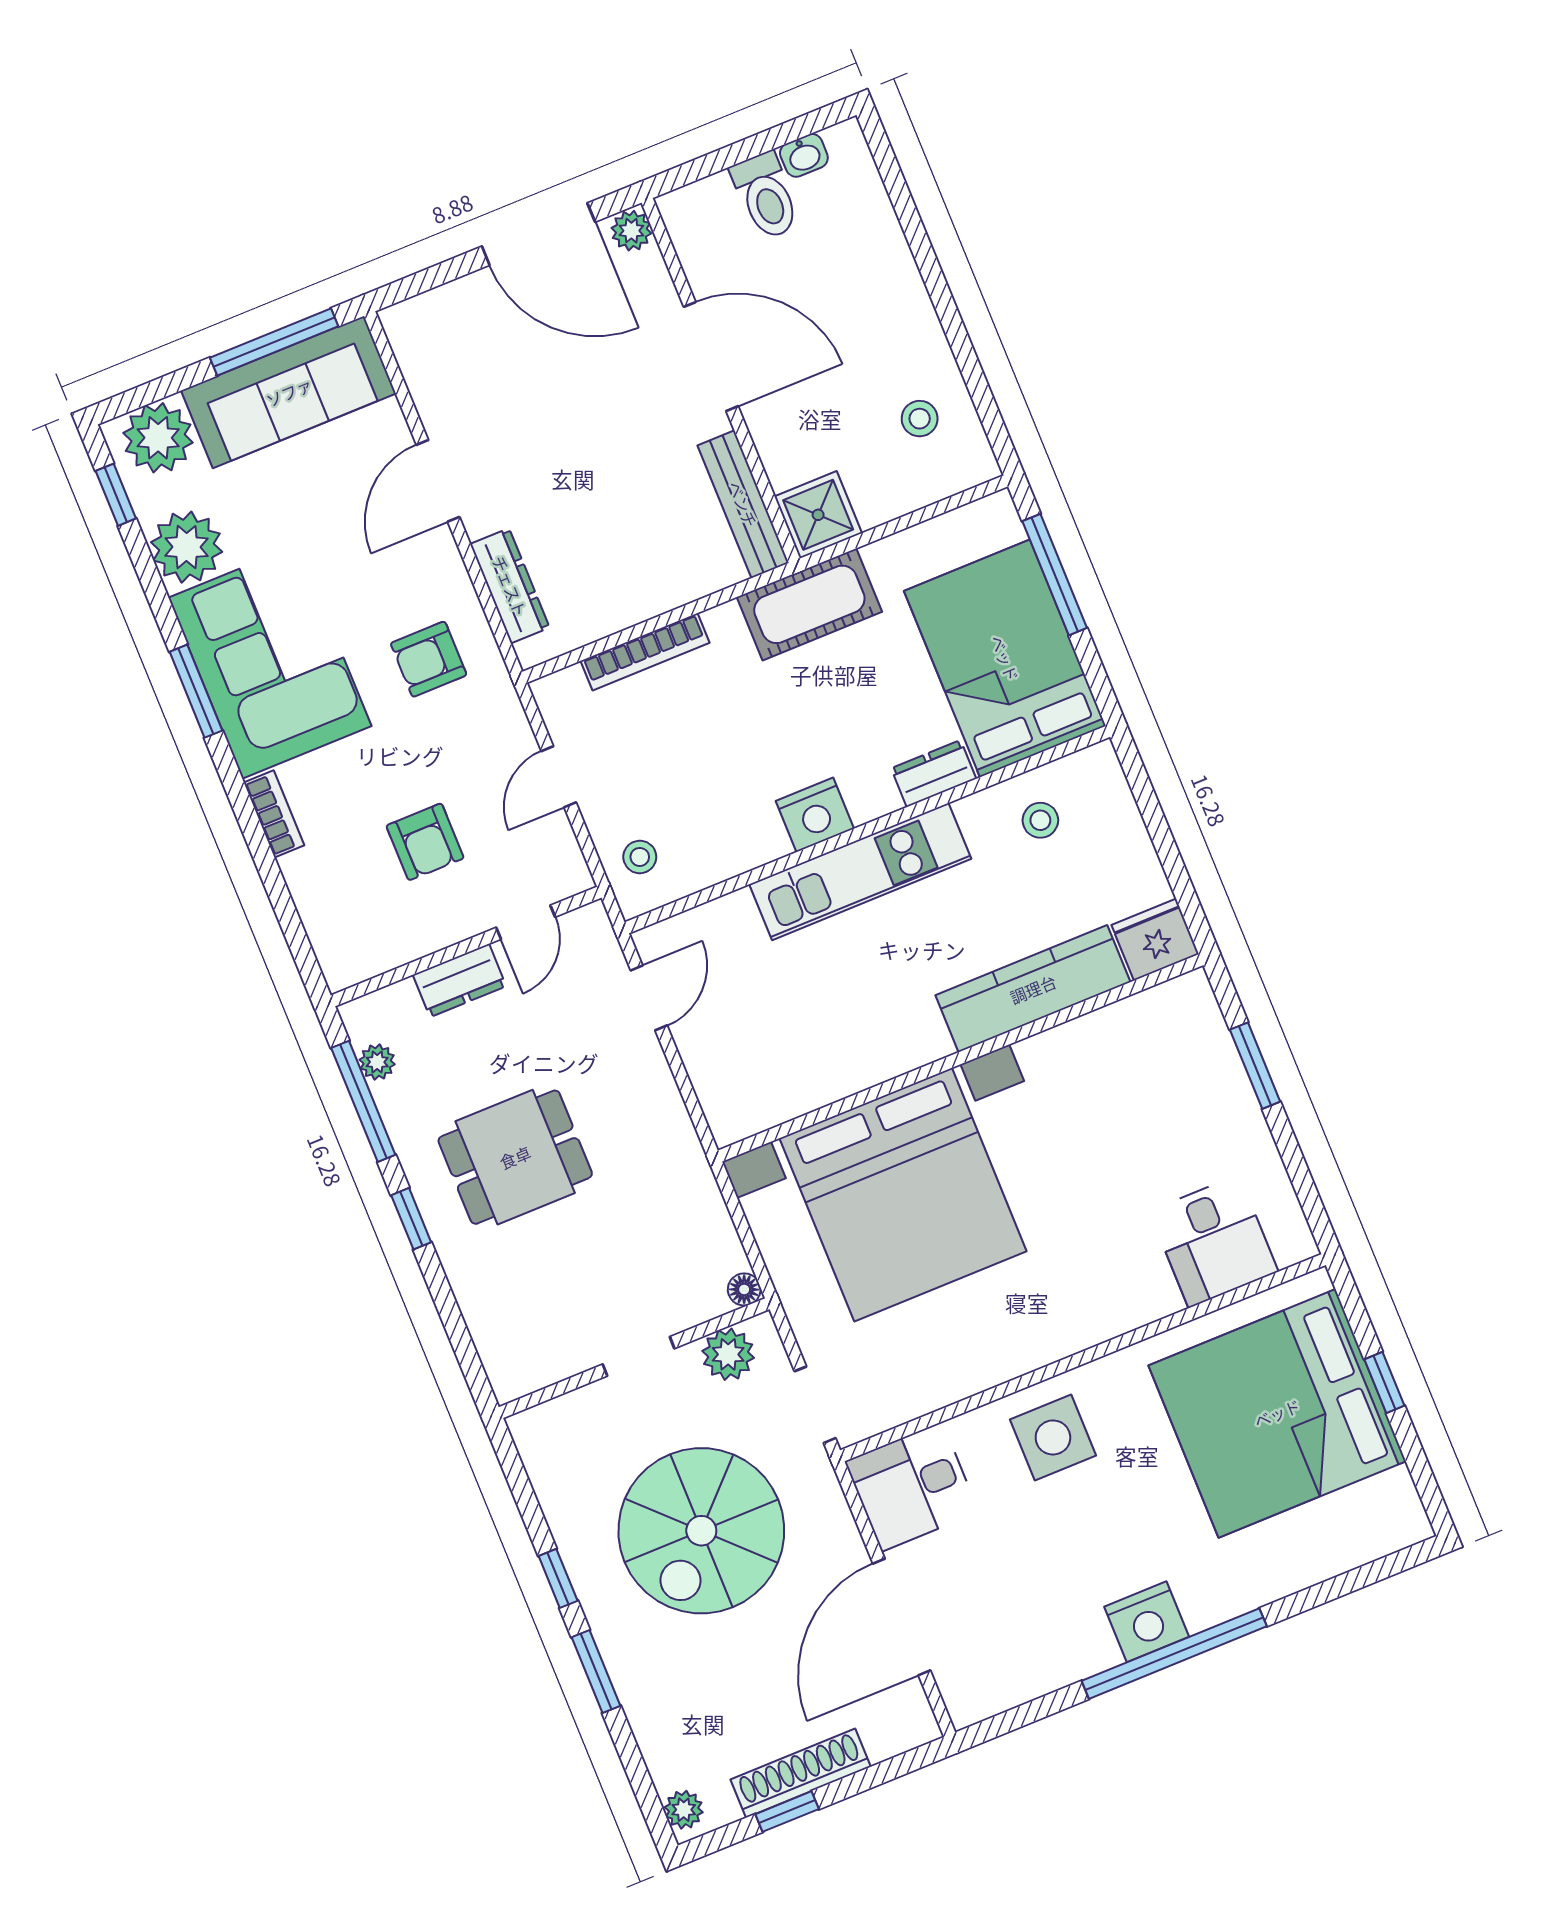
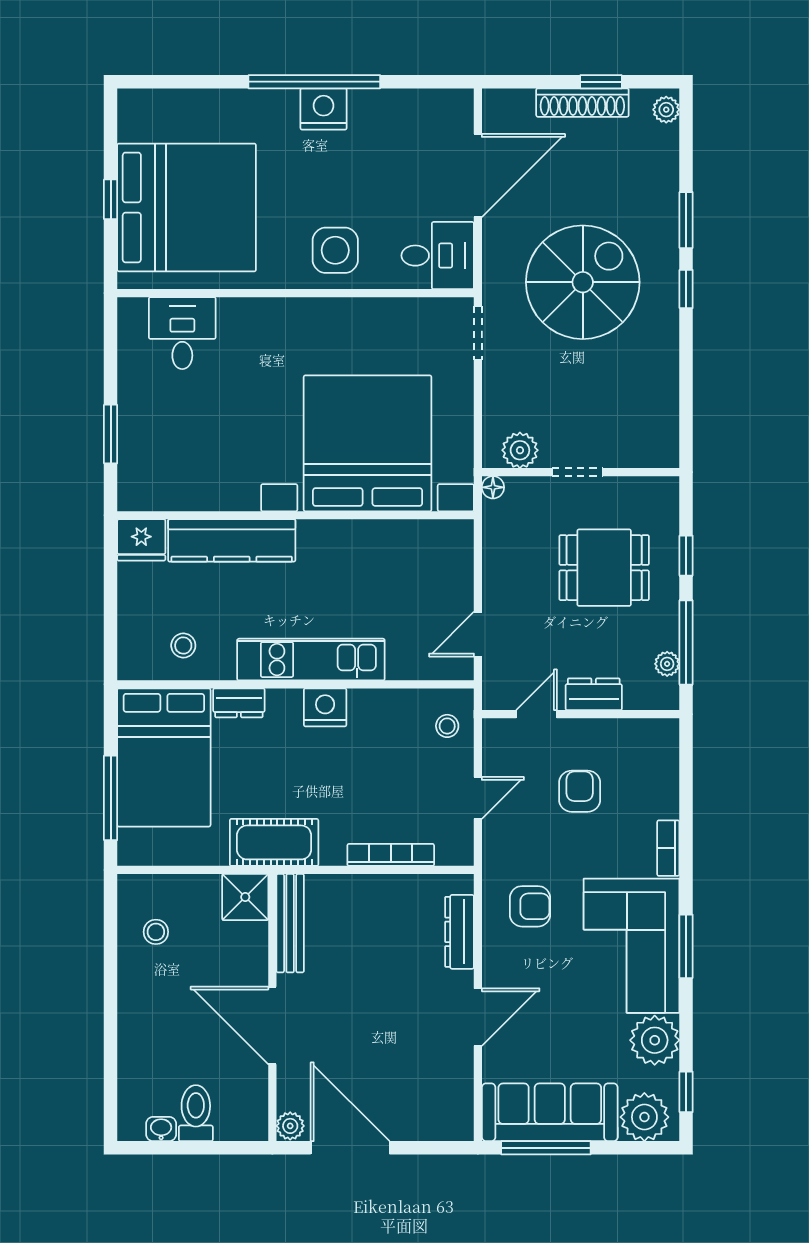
floor lamp: (744, 1289) -> (493, 487), moved
plant: (728, 1354) -> (520, 450), moved
doorway: (638, 1356) -> (577, 472), moved
wall: (634, 1358) -> (581, 472), moved

